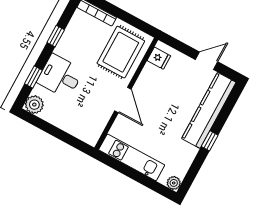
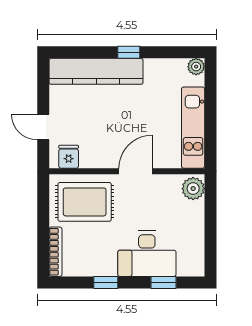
door: (206, 61) -> (43, 127), moved
desk: (60, 76) -> (147, 254), width x1.37
plant: (34, 105) -> (193, 189), moved

